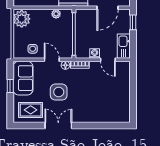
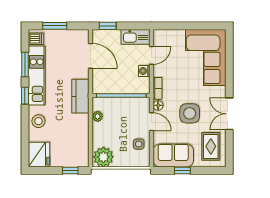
door: (52, 60) -> (151, 122), swing flipped
corner sofa: (106, 106) -> (206, 57), added

